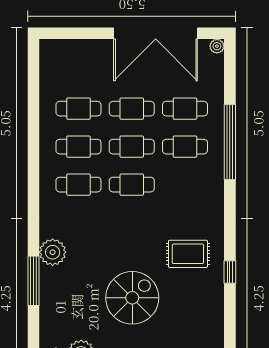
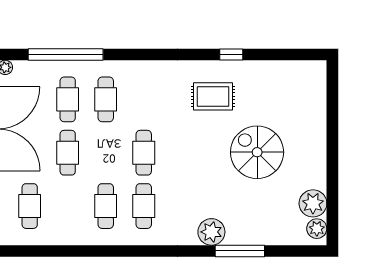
cafe table: (78, 109) -> (30, 206), moved
window: (230, 142) -> (66, 54), moved
cafe table: (132, 147) -> (106, 153), removed
rug: (188, 254) -> (213, 96), turned 90

